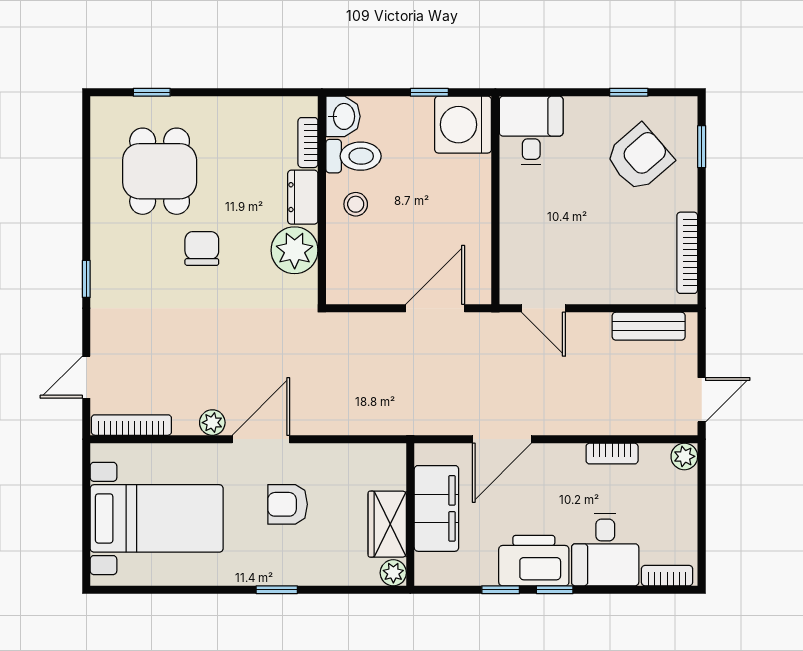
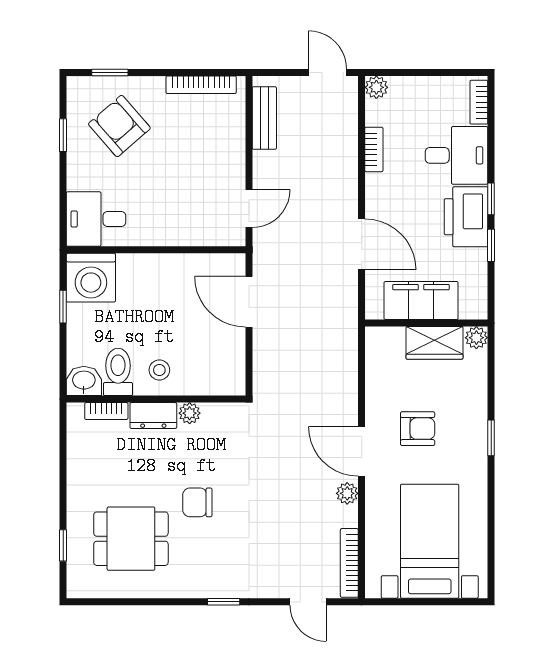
plant: (295, 250) -> (190, 413), width x0.53, depth x0.53
armchair: (288, 504) -> (418, 429), turned -90

